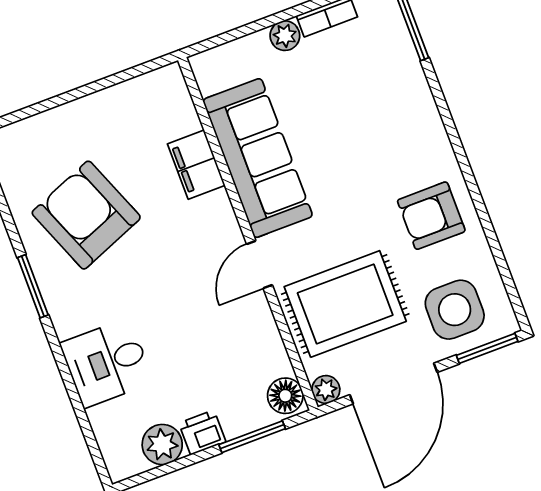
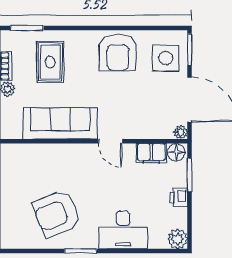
filing cabinet: (196, 165) -> (151, 153), moved
armchair: (431, 216) -> (118, 52), width x1.36, depth x1.36
rug: (345, 304) -> (50, 62), moved, width x0.73, depth x0.70
desk: (107, 363) -> (123, 230), width x1.37
plant: (162, 444) -> (177, 239), moved

